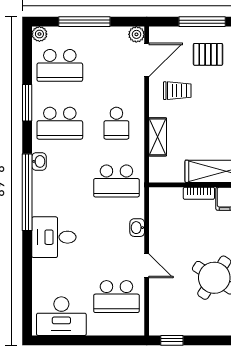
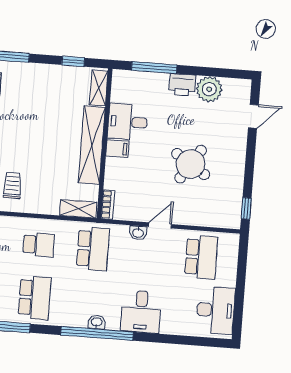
shelving: (158, 137) -> (78, 209), moved
washbasin: (39, 161) -> (97, 322), moved
bookcase: (199, 193) -> (108, 205), moved
door: (147, 266) -> (160, 225), moved

